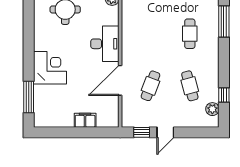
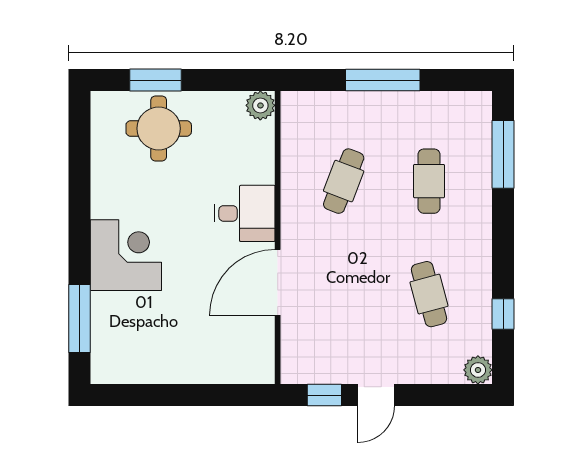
desk: (105, 44) -> (245, 213), width x0.73
cafe table: (150, 86) -> (344, 181), moved
plant: (212, 109) -> (478, 370), moved
filing cabinet: (85, 120) -> (202, 369), removed

